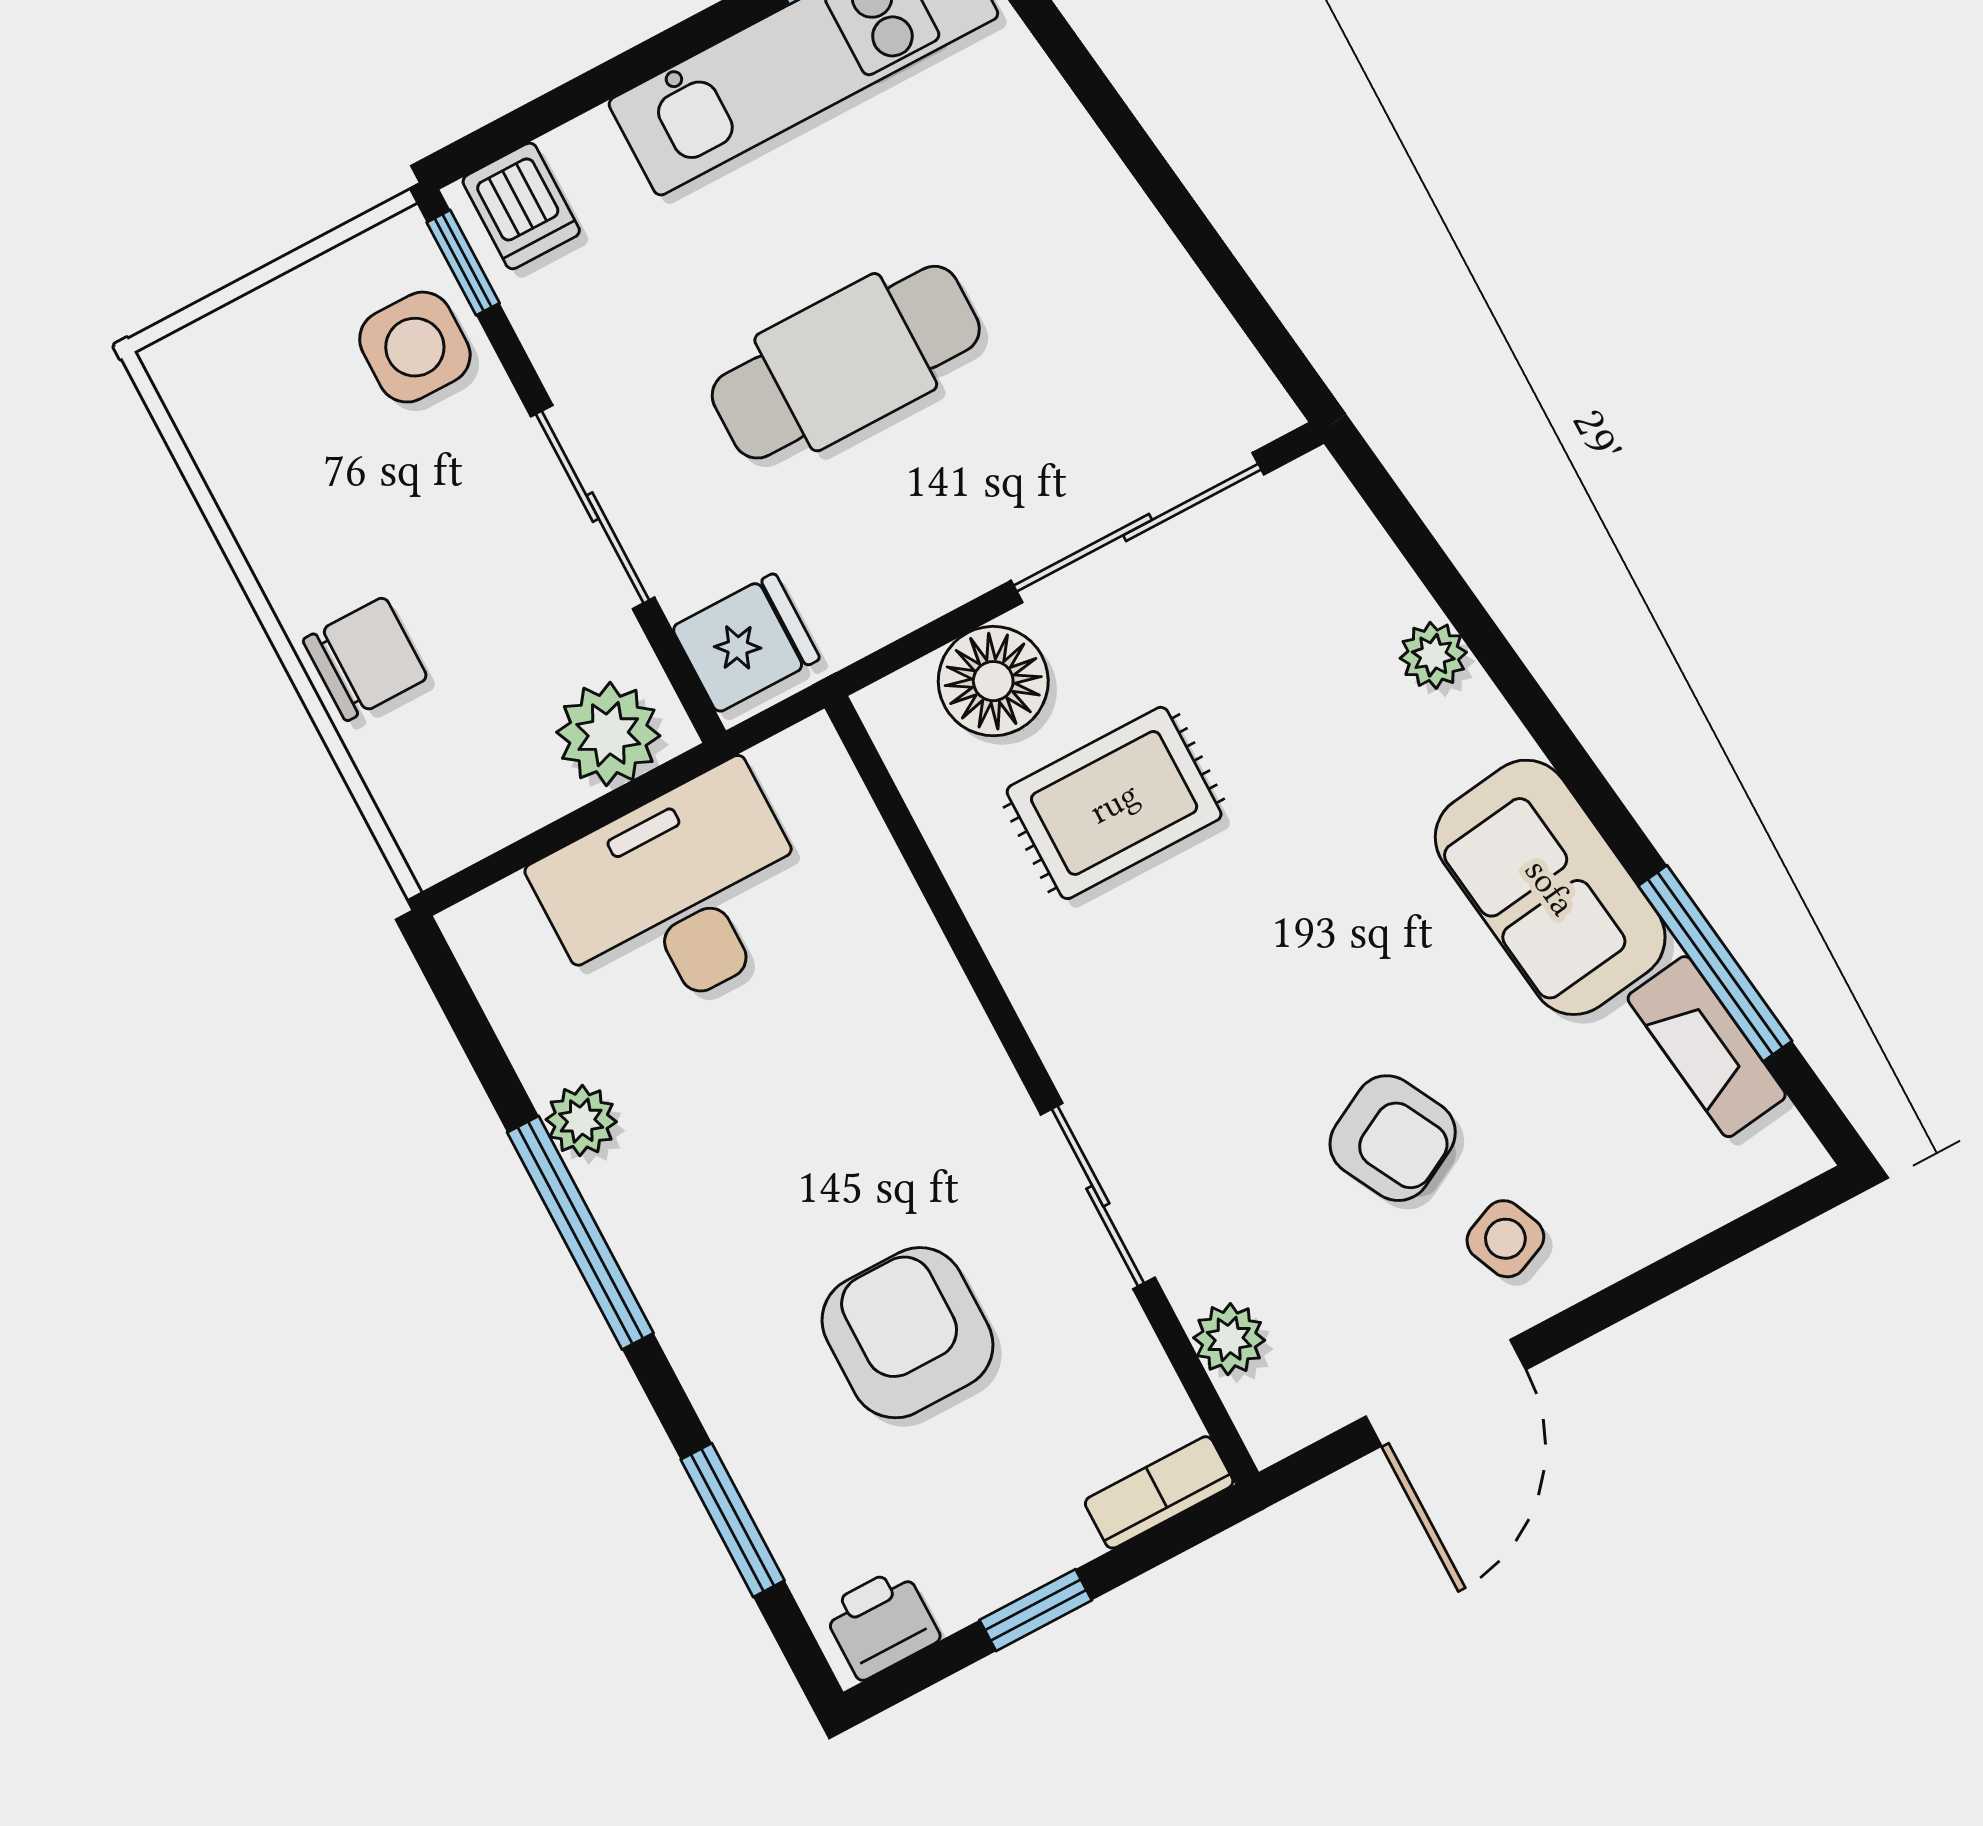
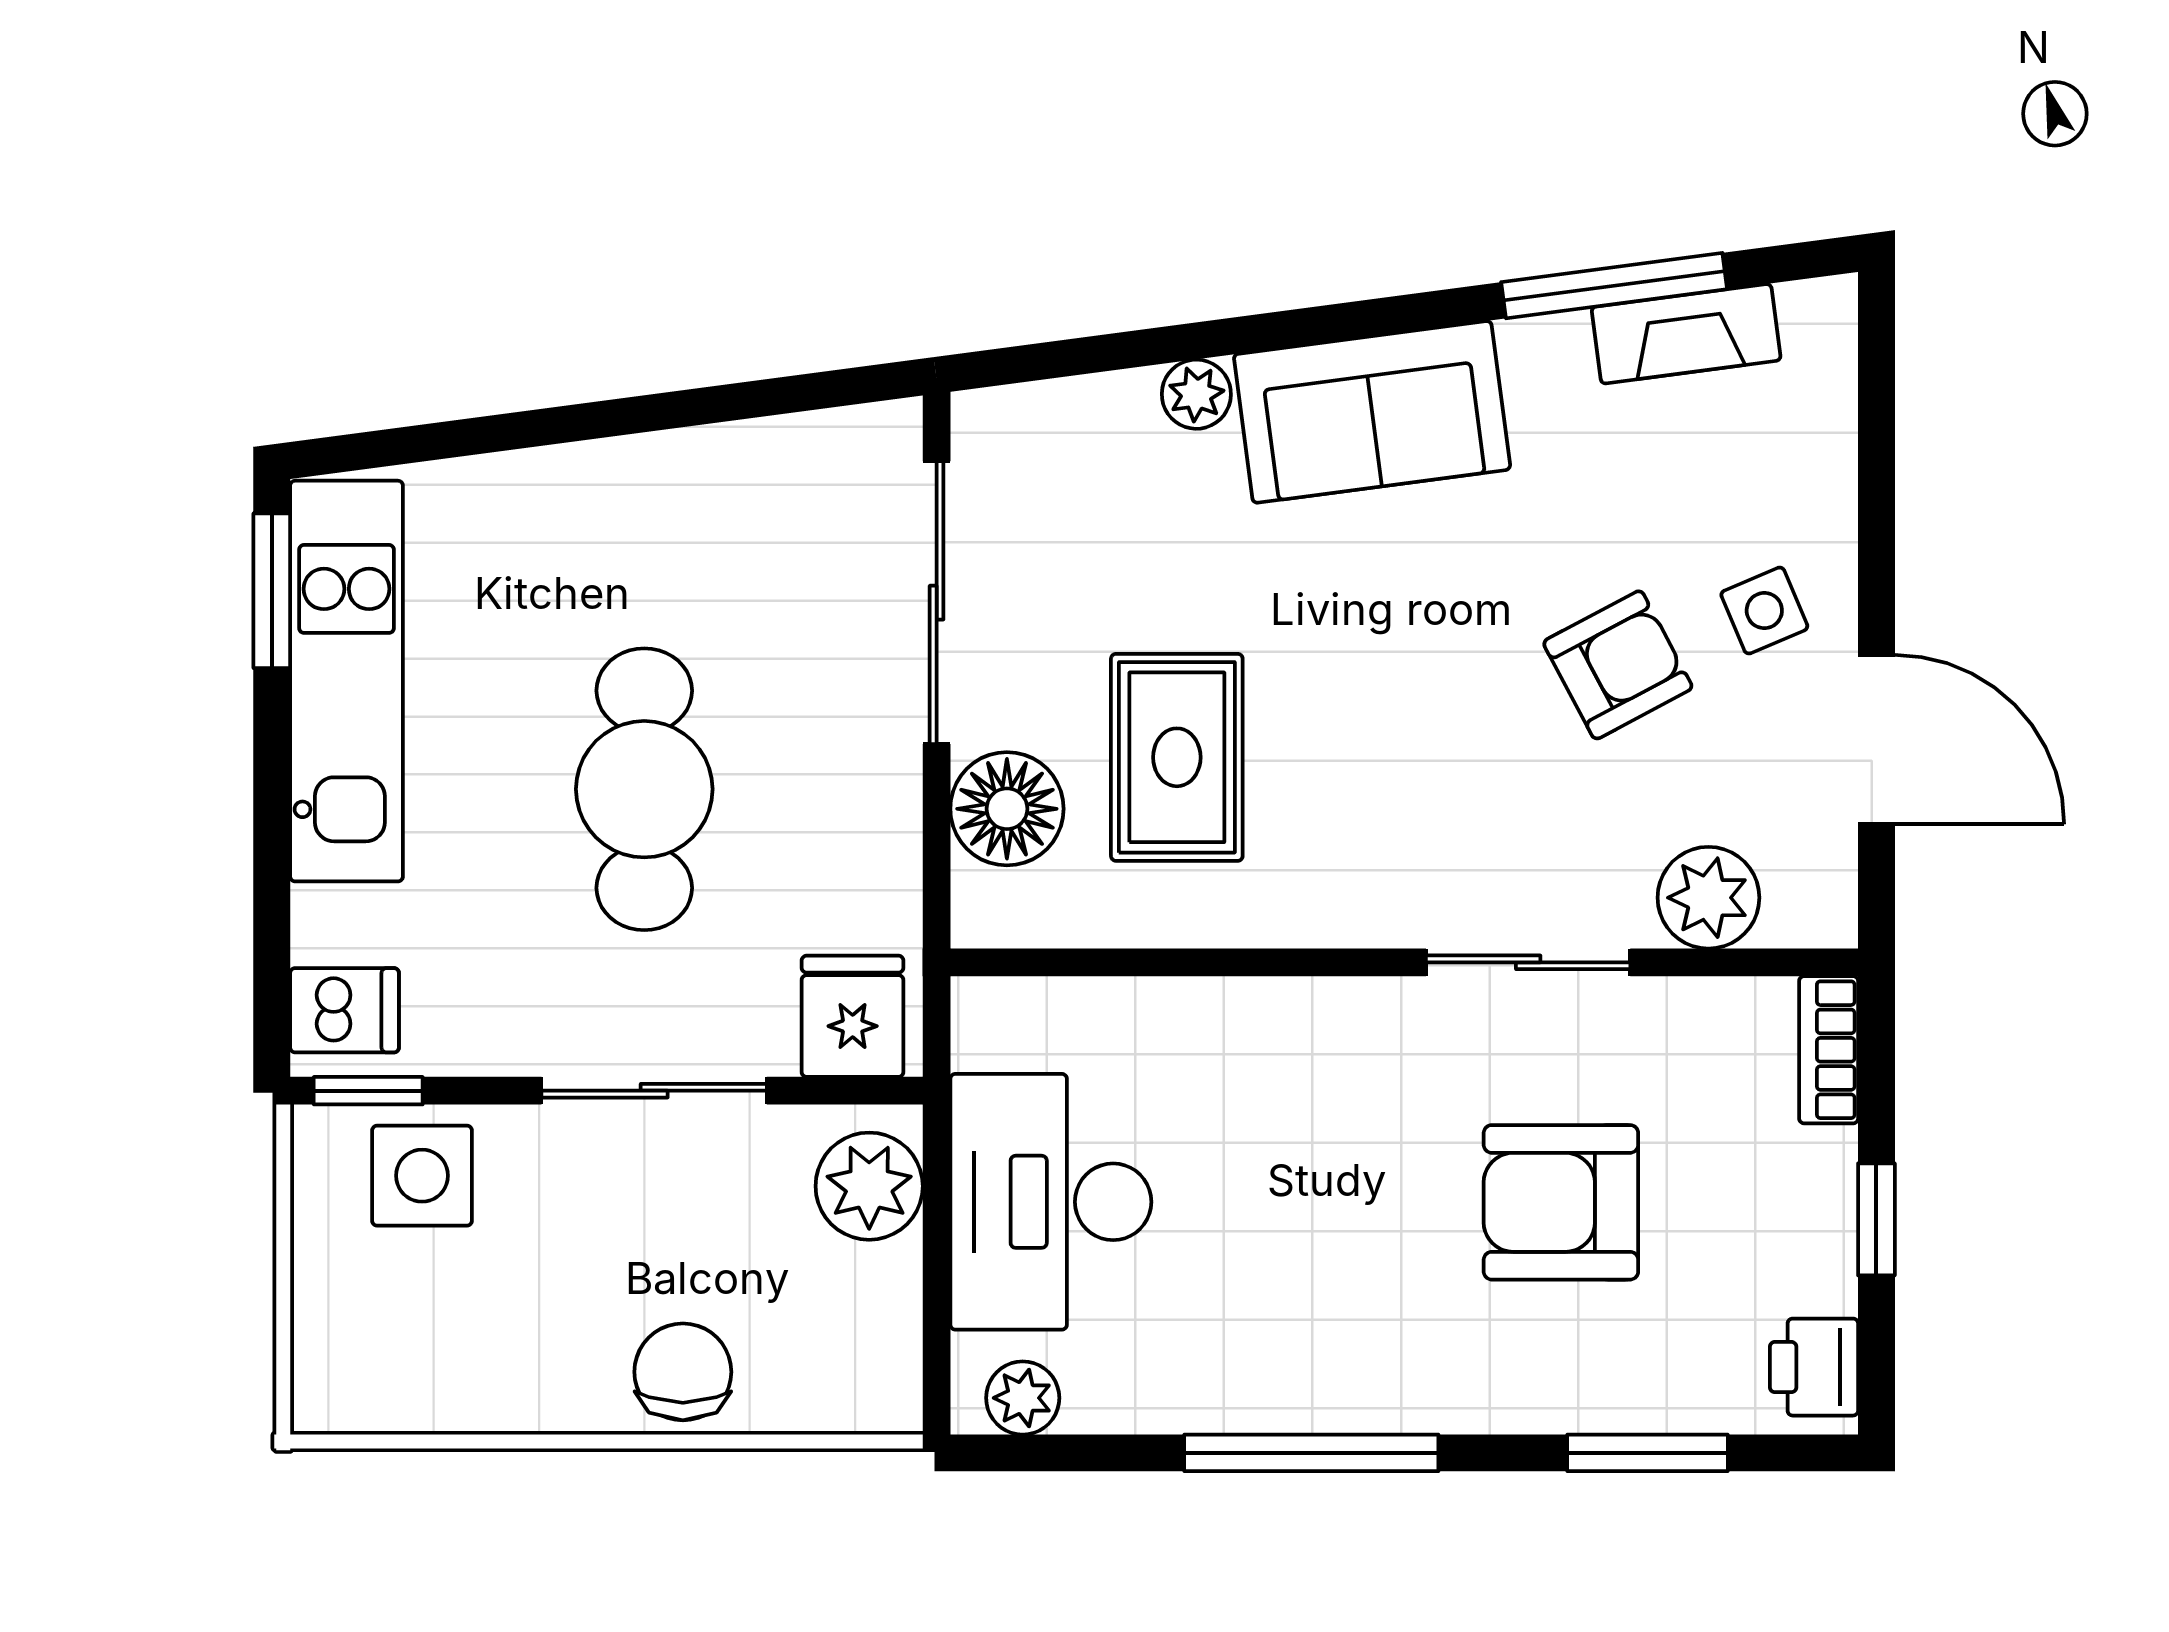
sofa: (1550, 887) -> (1372, 412), moved
plant: (581, 1121) -> (1023, 1398), moved
plant: (1229, 1339) -> (1708, 898), width x1.38, depth x1.38

